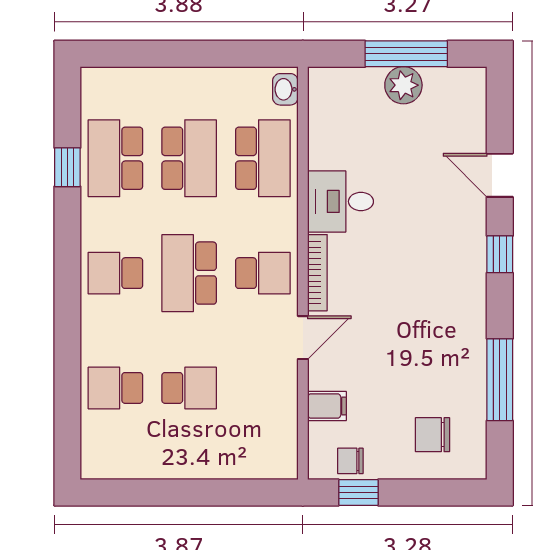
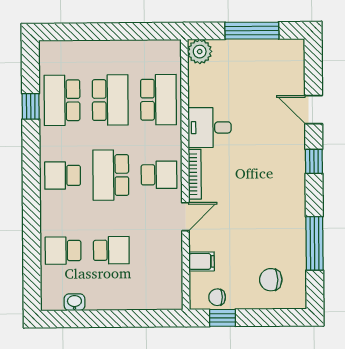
plant: (403, 85) -> (200, 52), moved
washbasin: (285, 89) -> (75, 302), moved, turned 90

